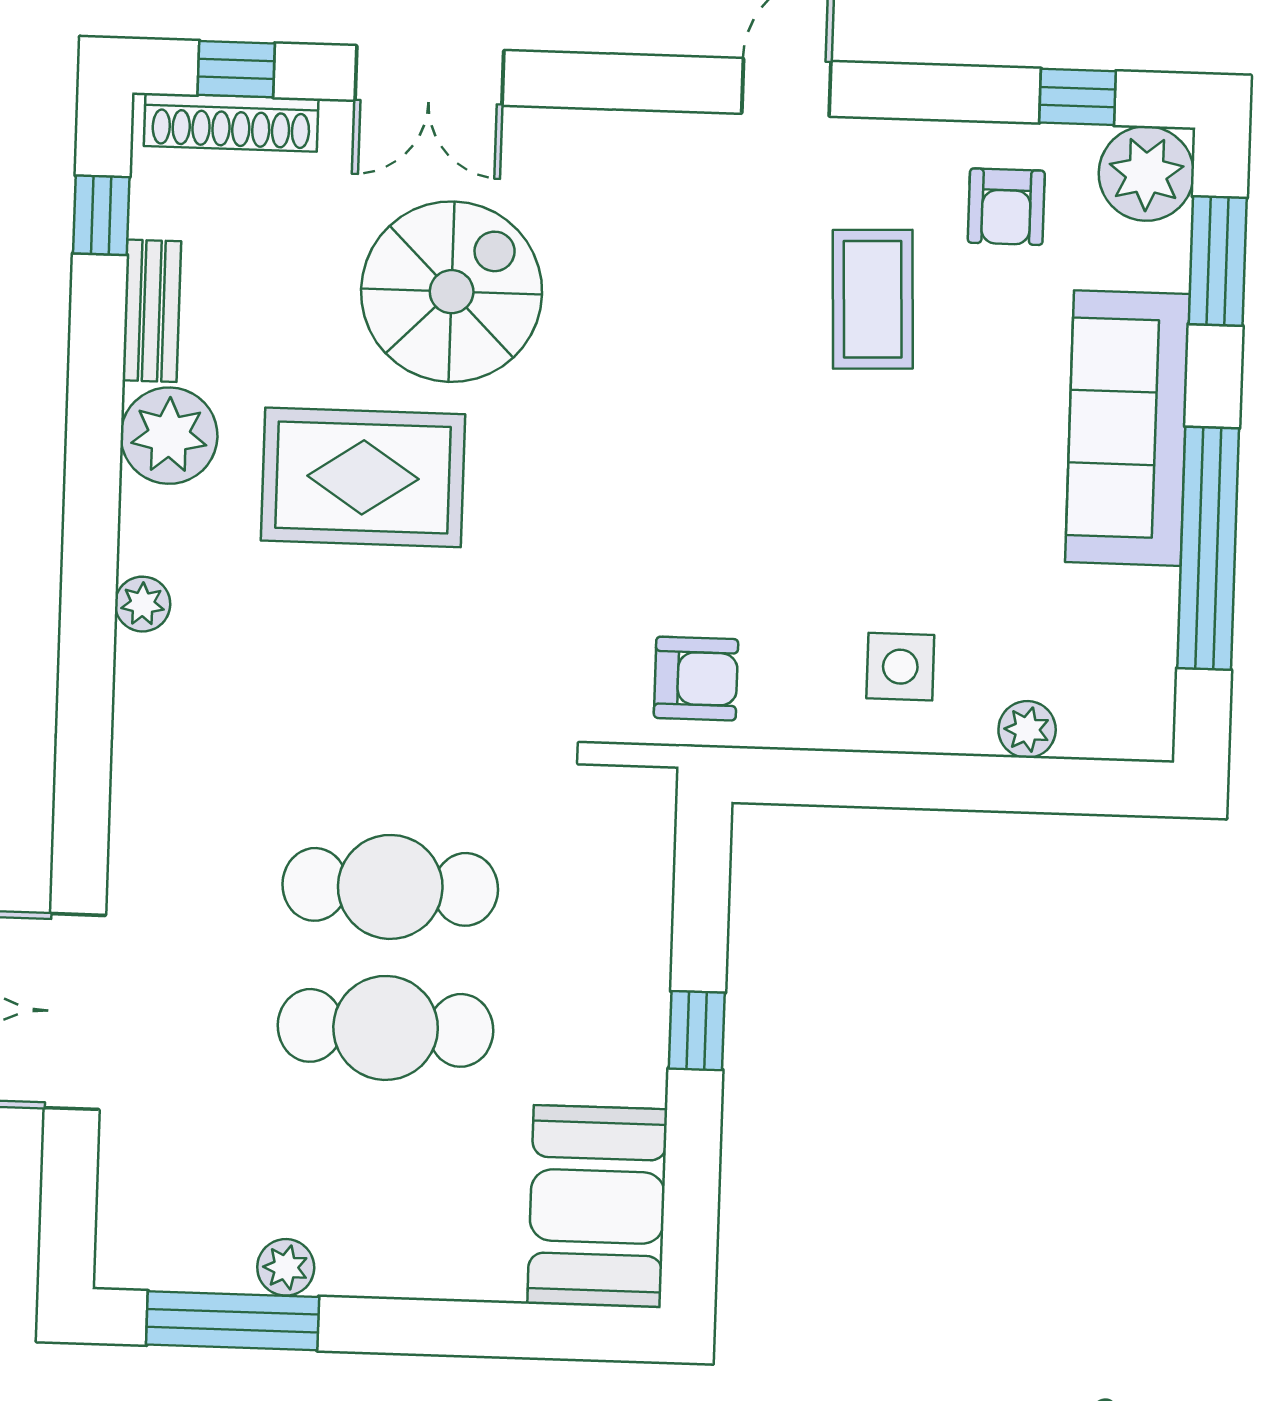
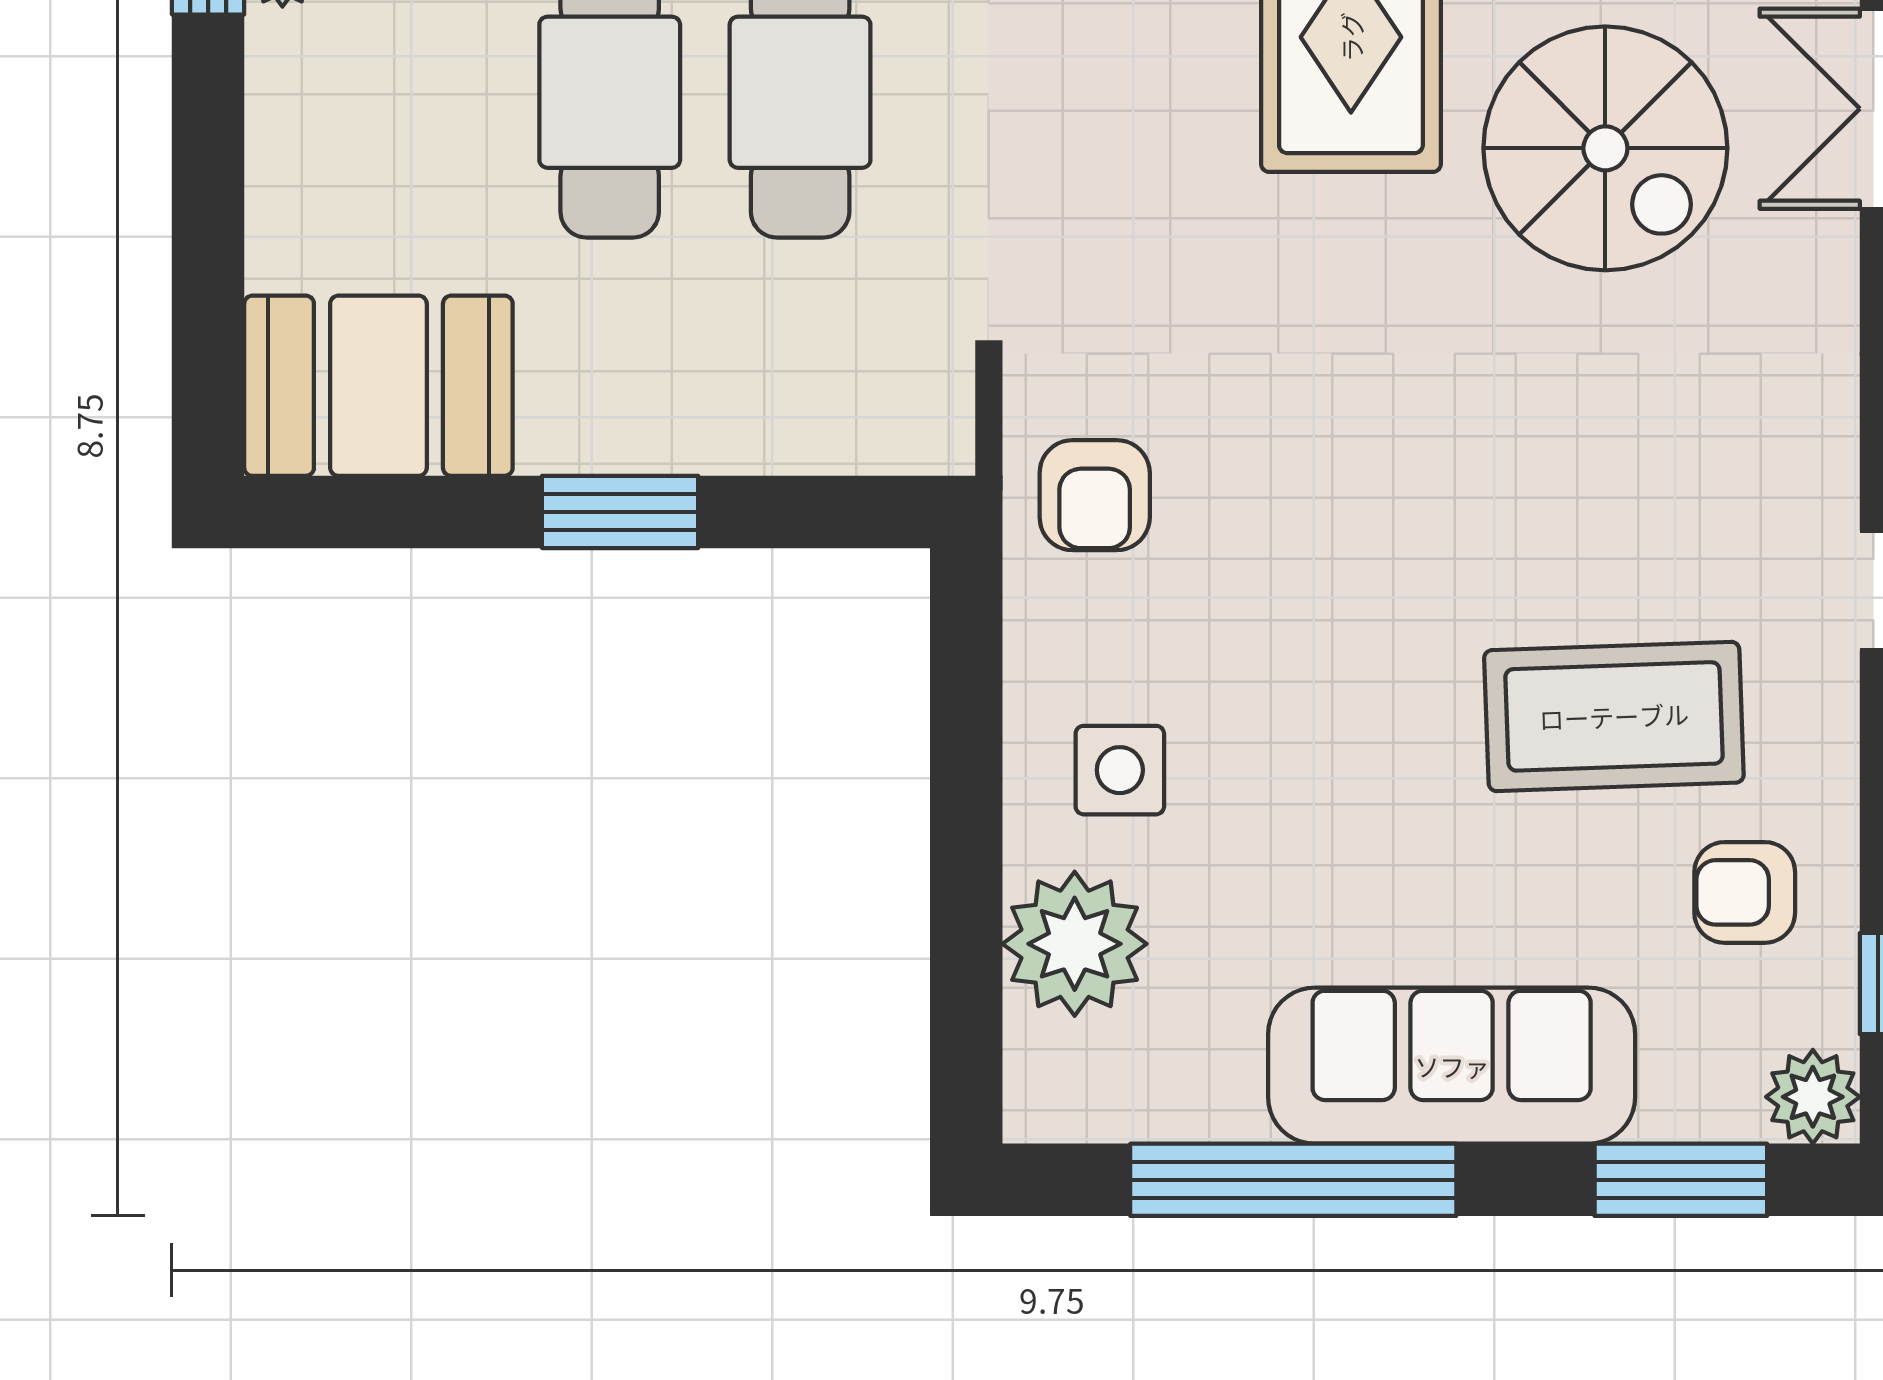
plant: (1146, 173) -> (1813, 1097), width x0.73, depth x0.73
coffee table: (873, 299) -> (1614, 716), width x1.36, depth x1.32
plant: (1027, 729) -> (1075, 944), width x1.87, depth x1.87
window: (697, 1031) -> (620, 512), width x1.50

